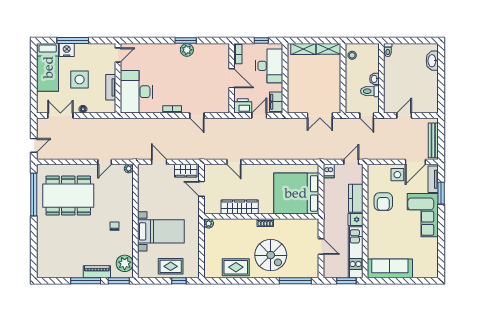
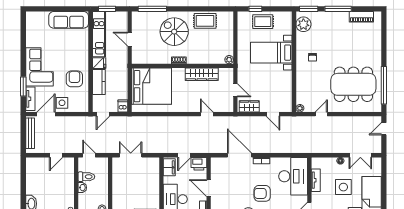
armchair: (171, 72) -> (262, 193), added
door: (197, 115) -> (239, 155), width x1.88
piano: (97, 272) -> (361, 17), moved

